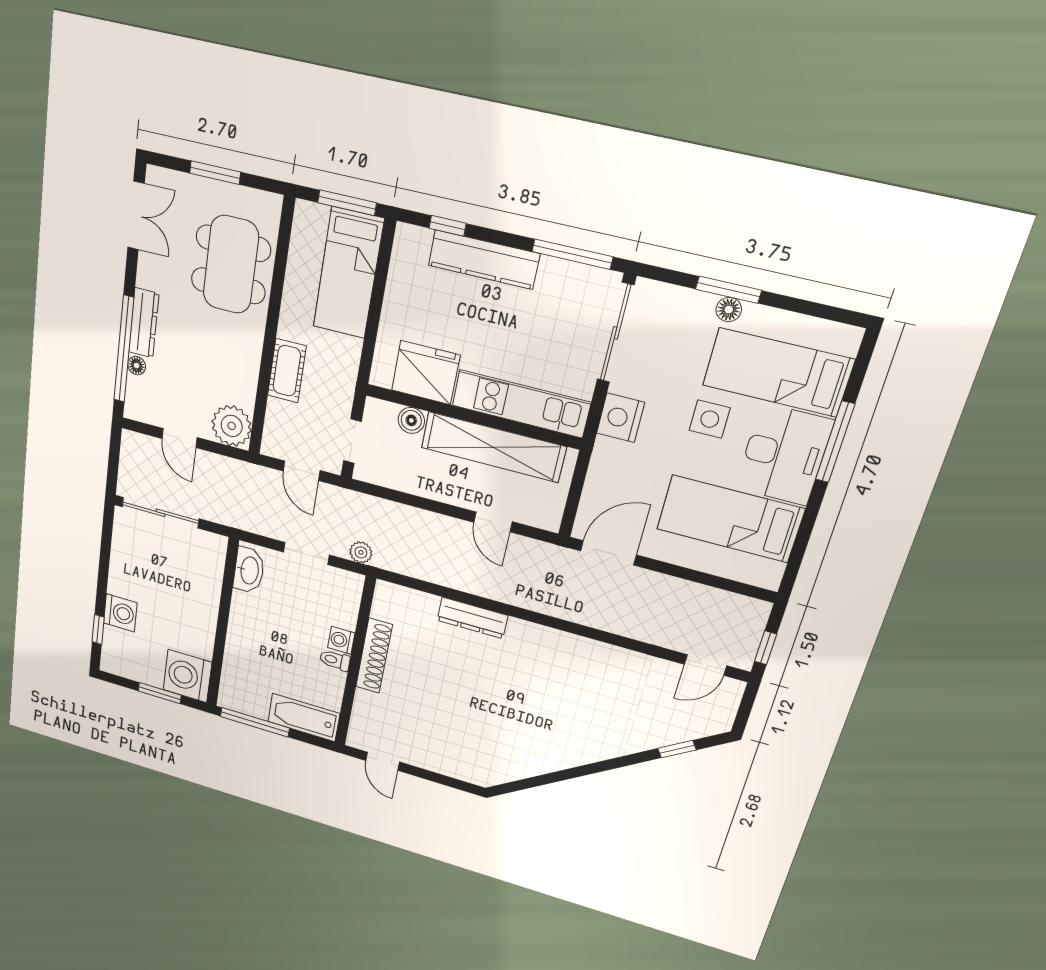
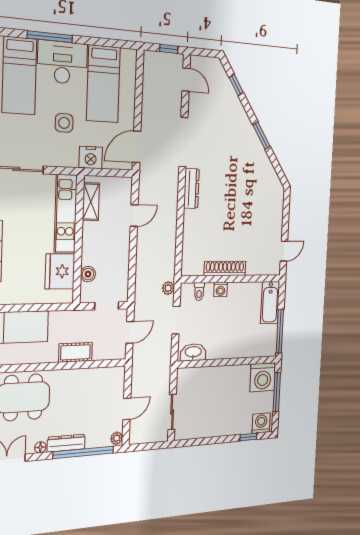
floor lamp: (137, 366) -> (40, 447), moved
nightstand: (621, 418) -> (91, 157), moved
side table: (710, 419) -> (64, 123), moved
plant: (232, 426) -> (117, 438), moved, width x0.53, depth x0.53
shelving: (493, 447) -> (91, 202), width x0.45, depth x0.75
sliding door: (160, 513) -> (172, 412), width x0.73
door: (608, 553) -> (137, 147), hinge flipped
washing machine: (120, 613) -> (261, 423), moved
dresser: (472, 618) -> (191, 188), moved
doorway: (599, 635) -> (183, 142), added
toilet: (335, 660) -> (199, 291), moved
window: (160, 693) -> (277, 392), width x1.44
window: (581, 771) -> (261, 136), added

